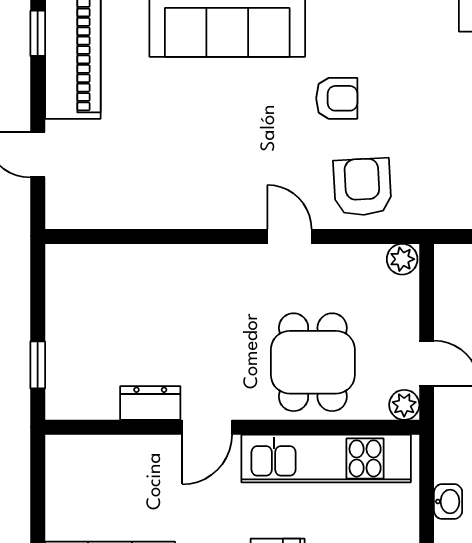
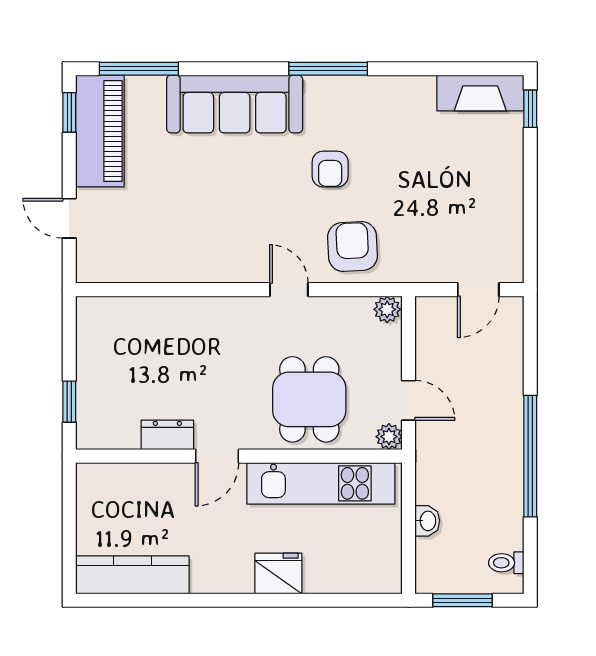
armchair: (337, 98) -> (330, 169), turned 90

